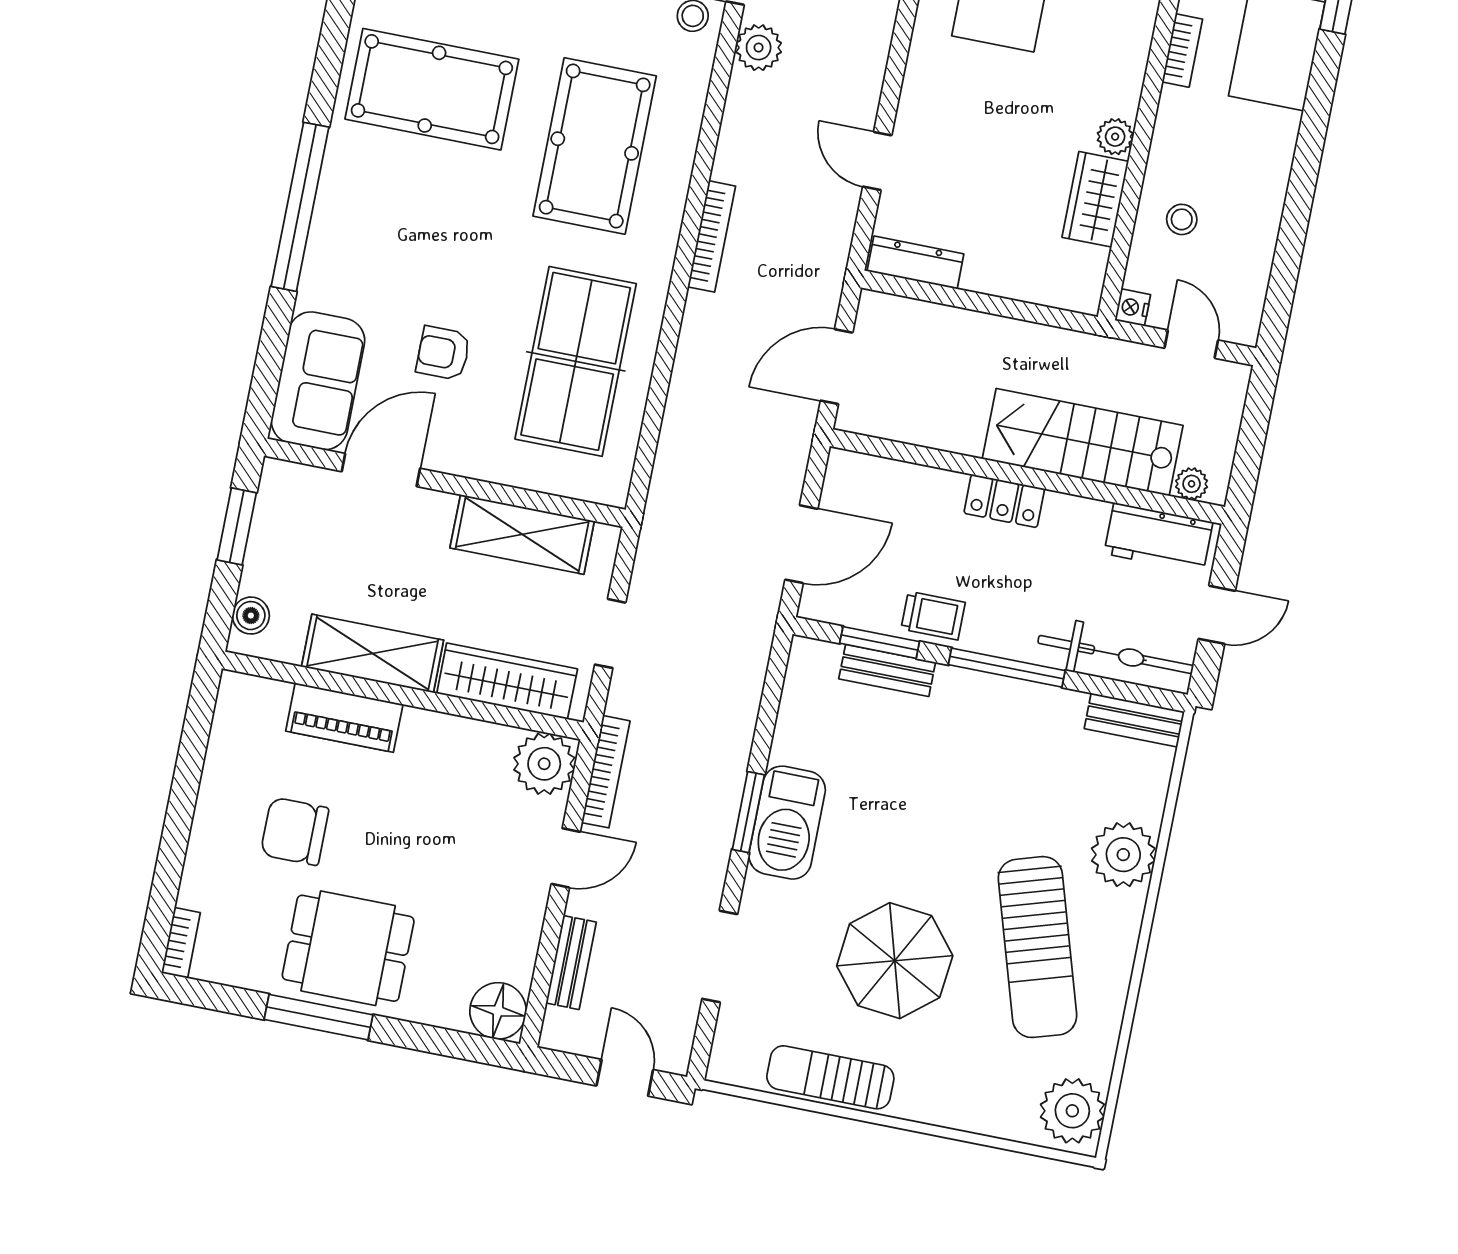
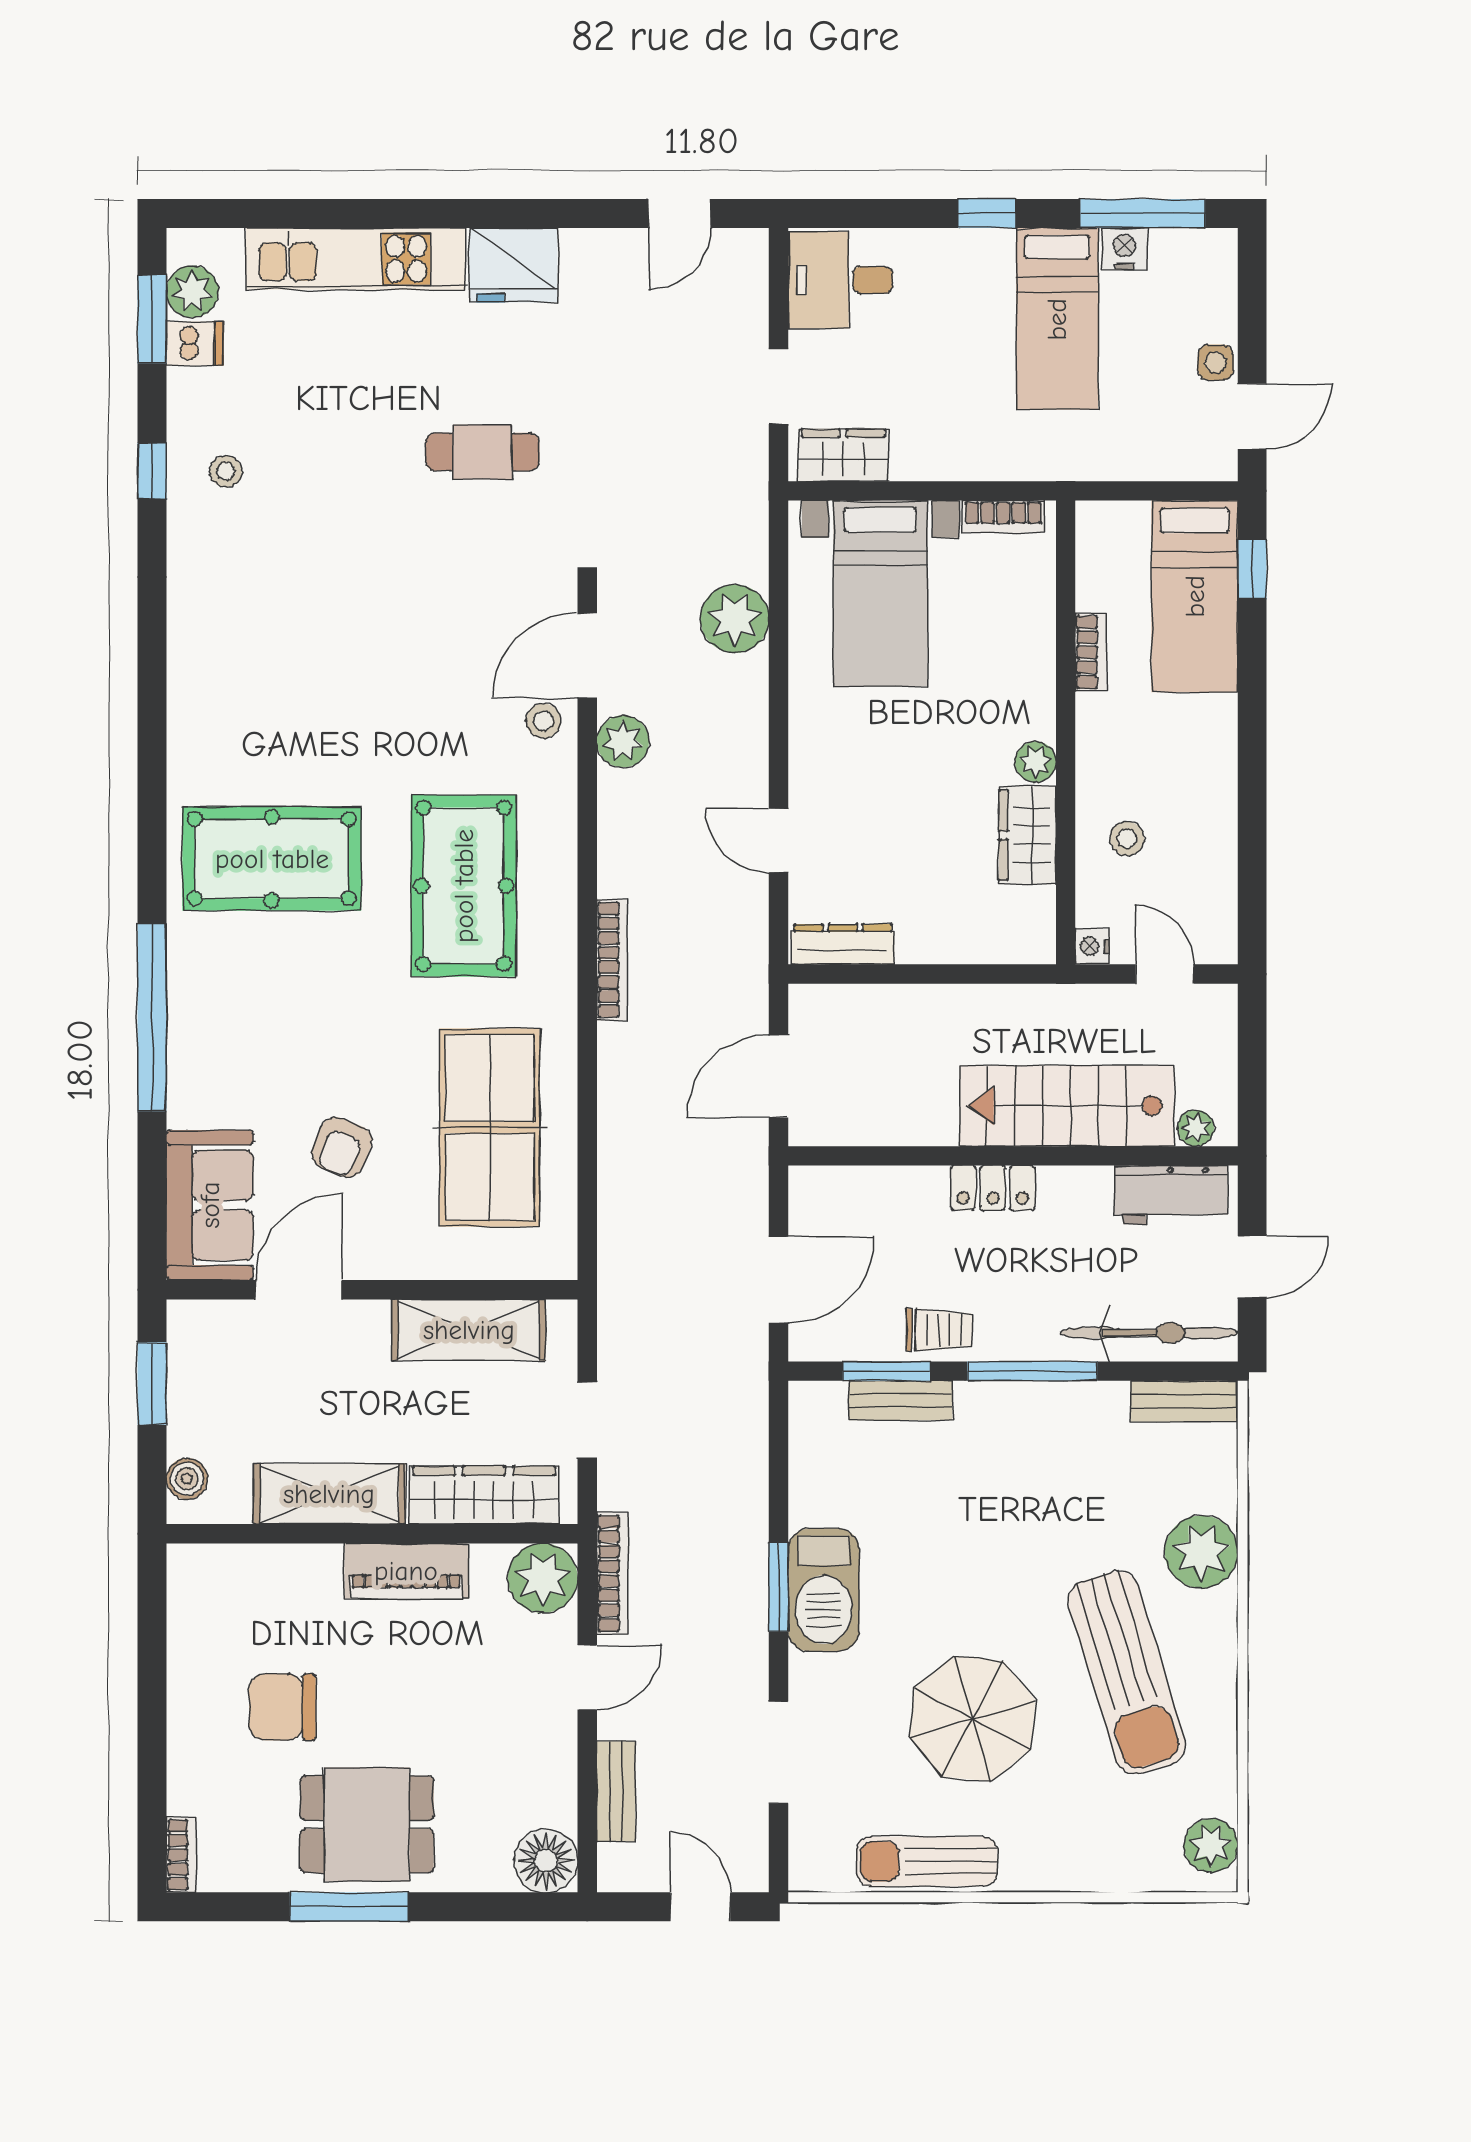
armchair: (443, 353) -> (342, 1147), turned -68
piano: (344, 718) -> (406, 1571), moved
plant: (1072, 1111) -> (1211, 1846), width x0.73, depth x0.73

